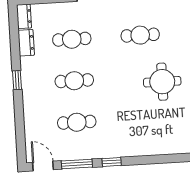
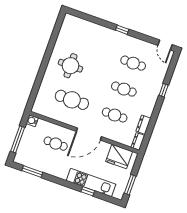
cafe table: (140, 35) -> (72, 100), width x1.37, depth x1.35
window: (17, 80) -> (164, 90), moved
window: (77, 164) -> (144, 38), removed

